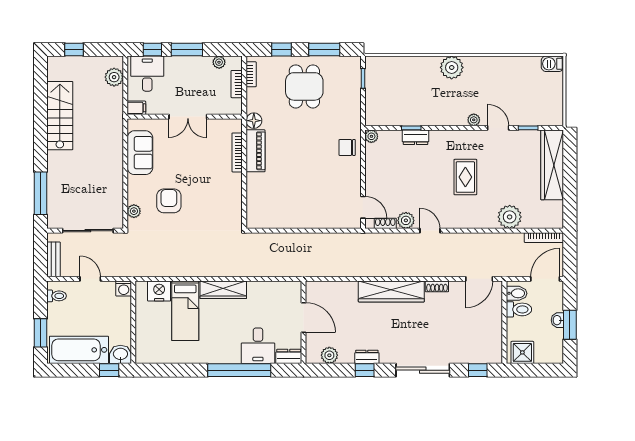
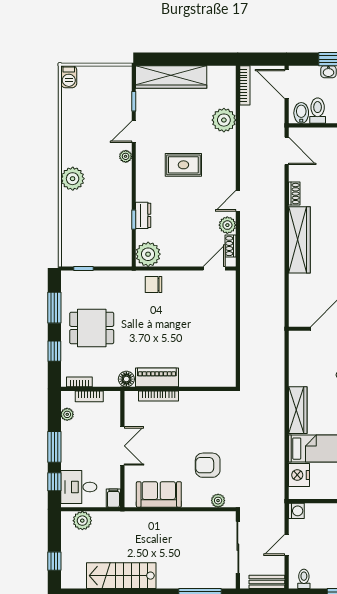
plant: (371, 136) -> (148, 254), width x1.88, depth x1.88
chair: (347, 147) -> (154, 285), turned 90

